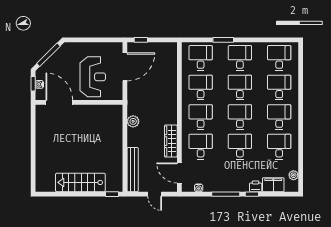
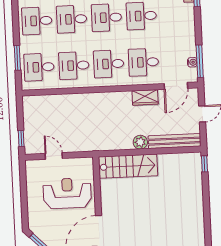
window: (223, 40) -> (17, 58), moved
door: (125, 67) -> (54, 156), width x0.53
plant: (133, 121) -> (140, 142), moved
wardrobe: (171, 141) -> (145, 97), width x0.67
stairs: (80, 182) -> (128, 166), moved, turned -90
window: (226, 194) -> (200, 61), moved

